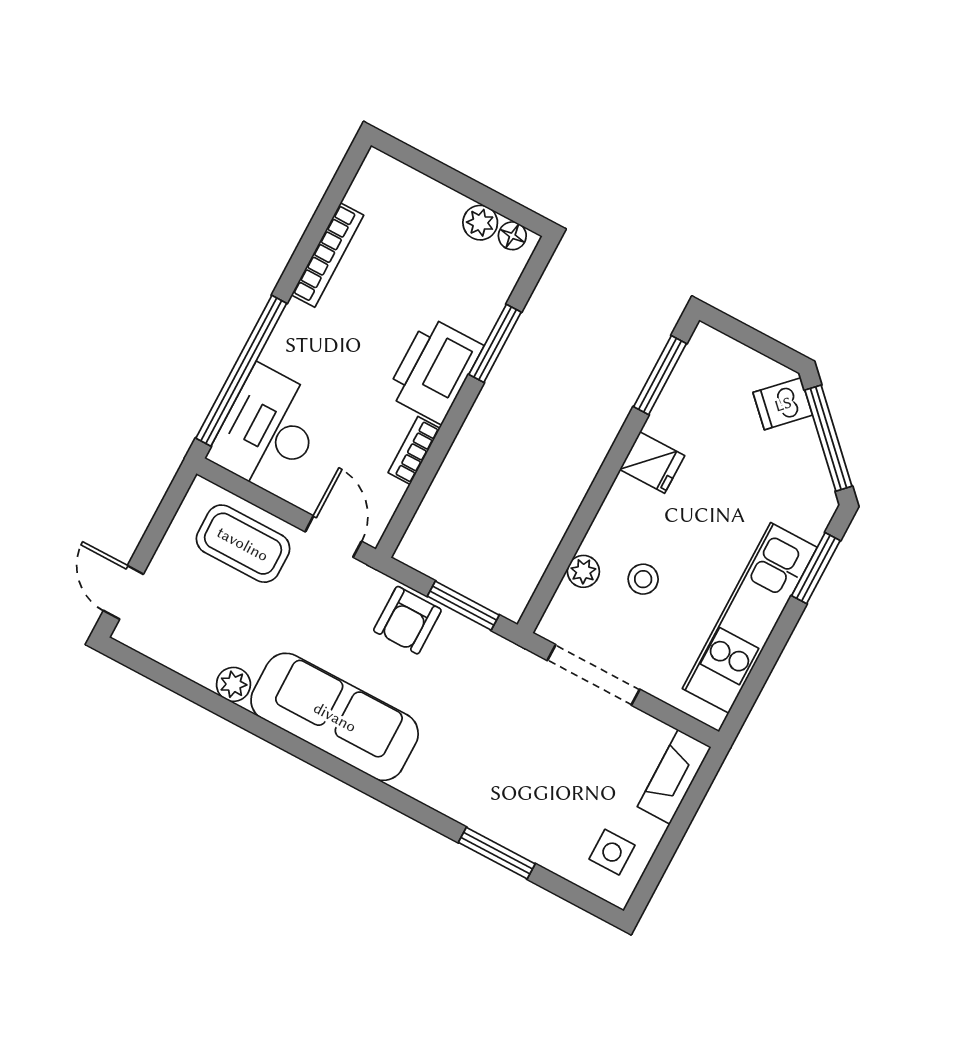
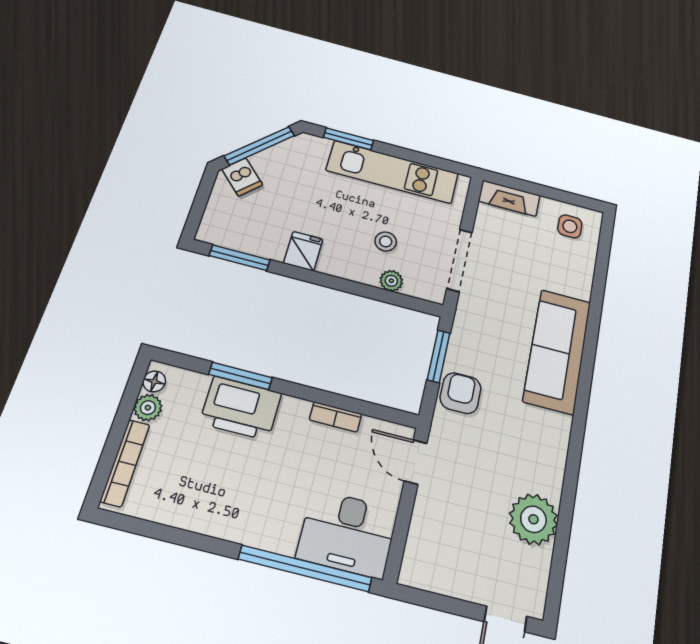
bookcase: (327, 255) -> (125, 463), moved, turned 90
printer: (435, 370) -> (241, 408), moved
door: (333, 537) -> (416, 462), hinge flipped
coffee table: (243, 544) -> (440, 531), removed
armchair: (407, 620) -> (461, 393), turned -90
plant: (233, 684) -> (533, 519), width x1.88, depth x1.88
sofa: (335, 717) -> (557, 351), moved
window: (497, 853) -> (597, 298), removed

